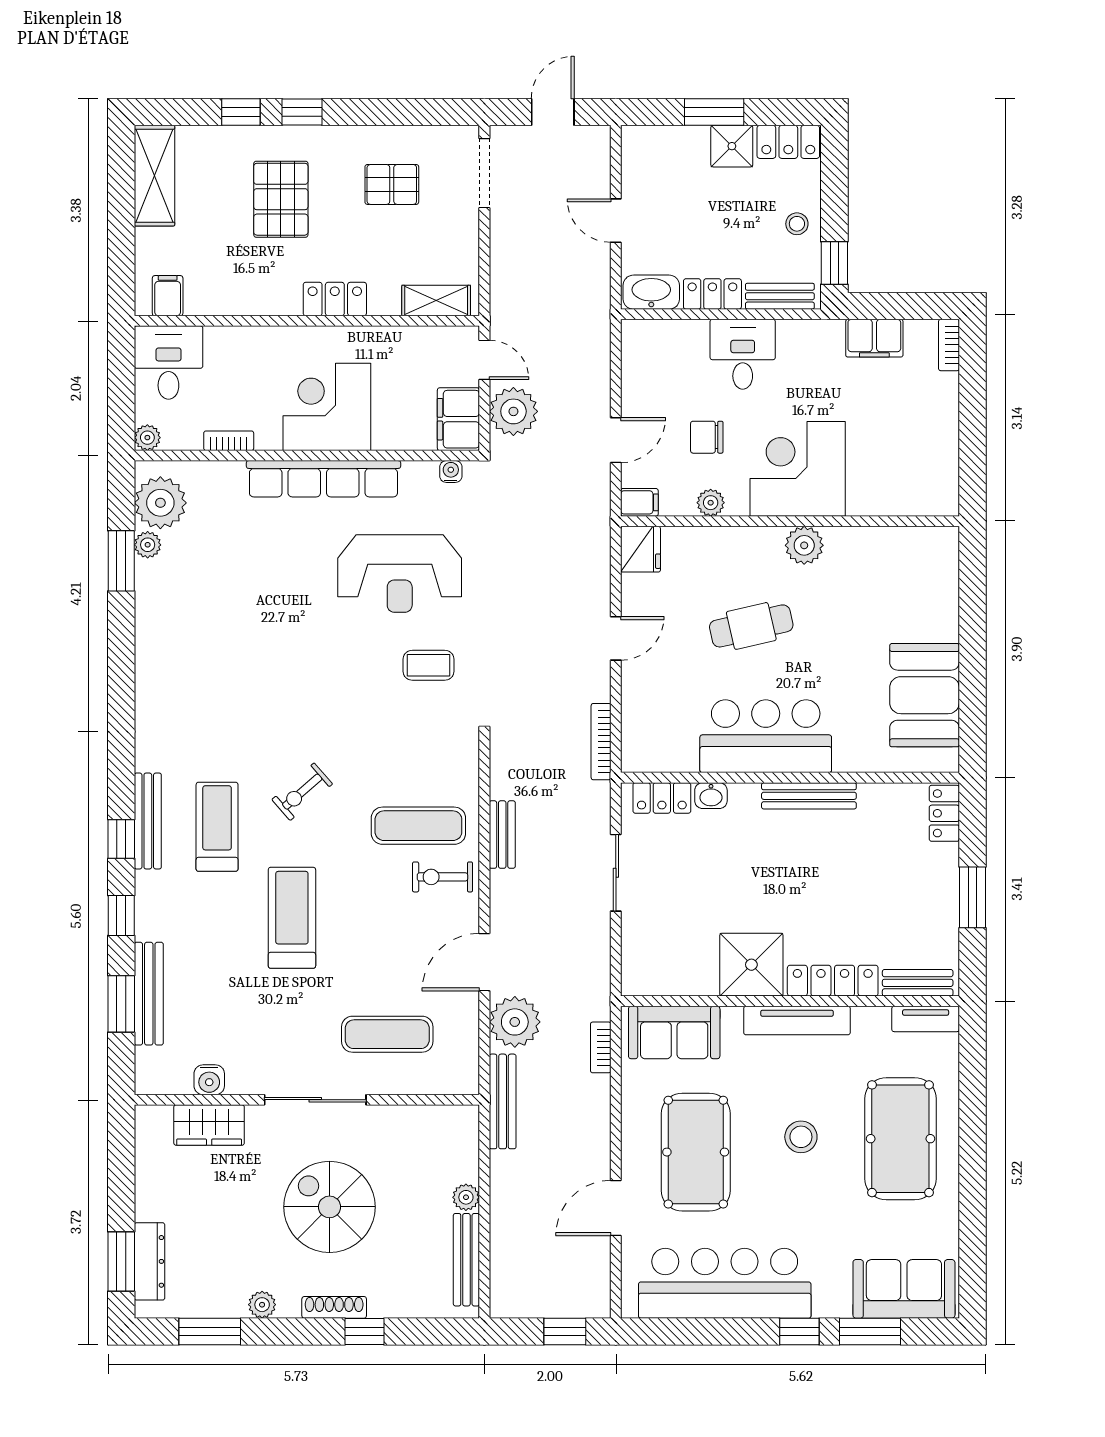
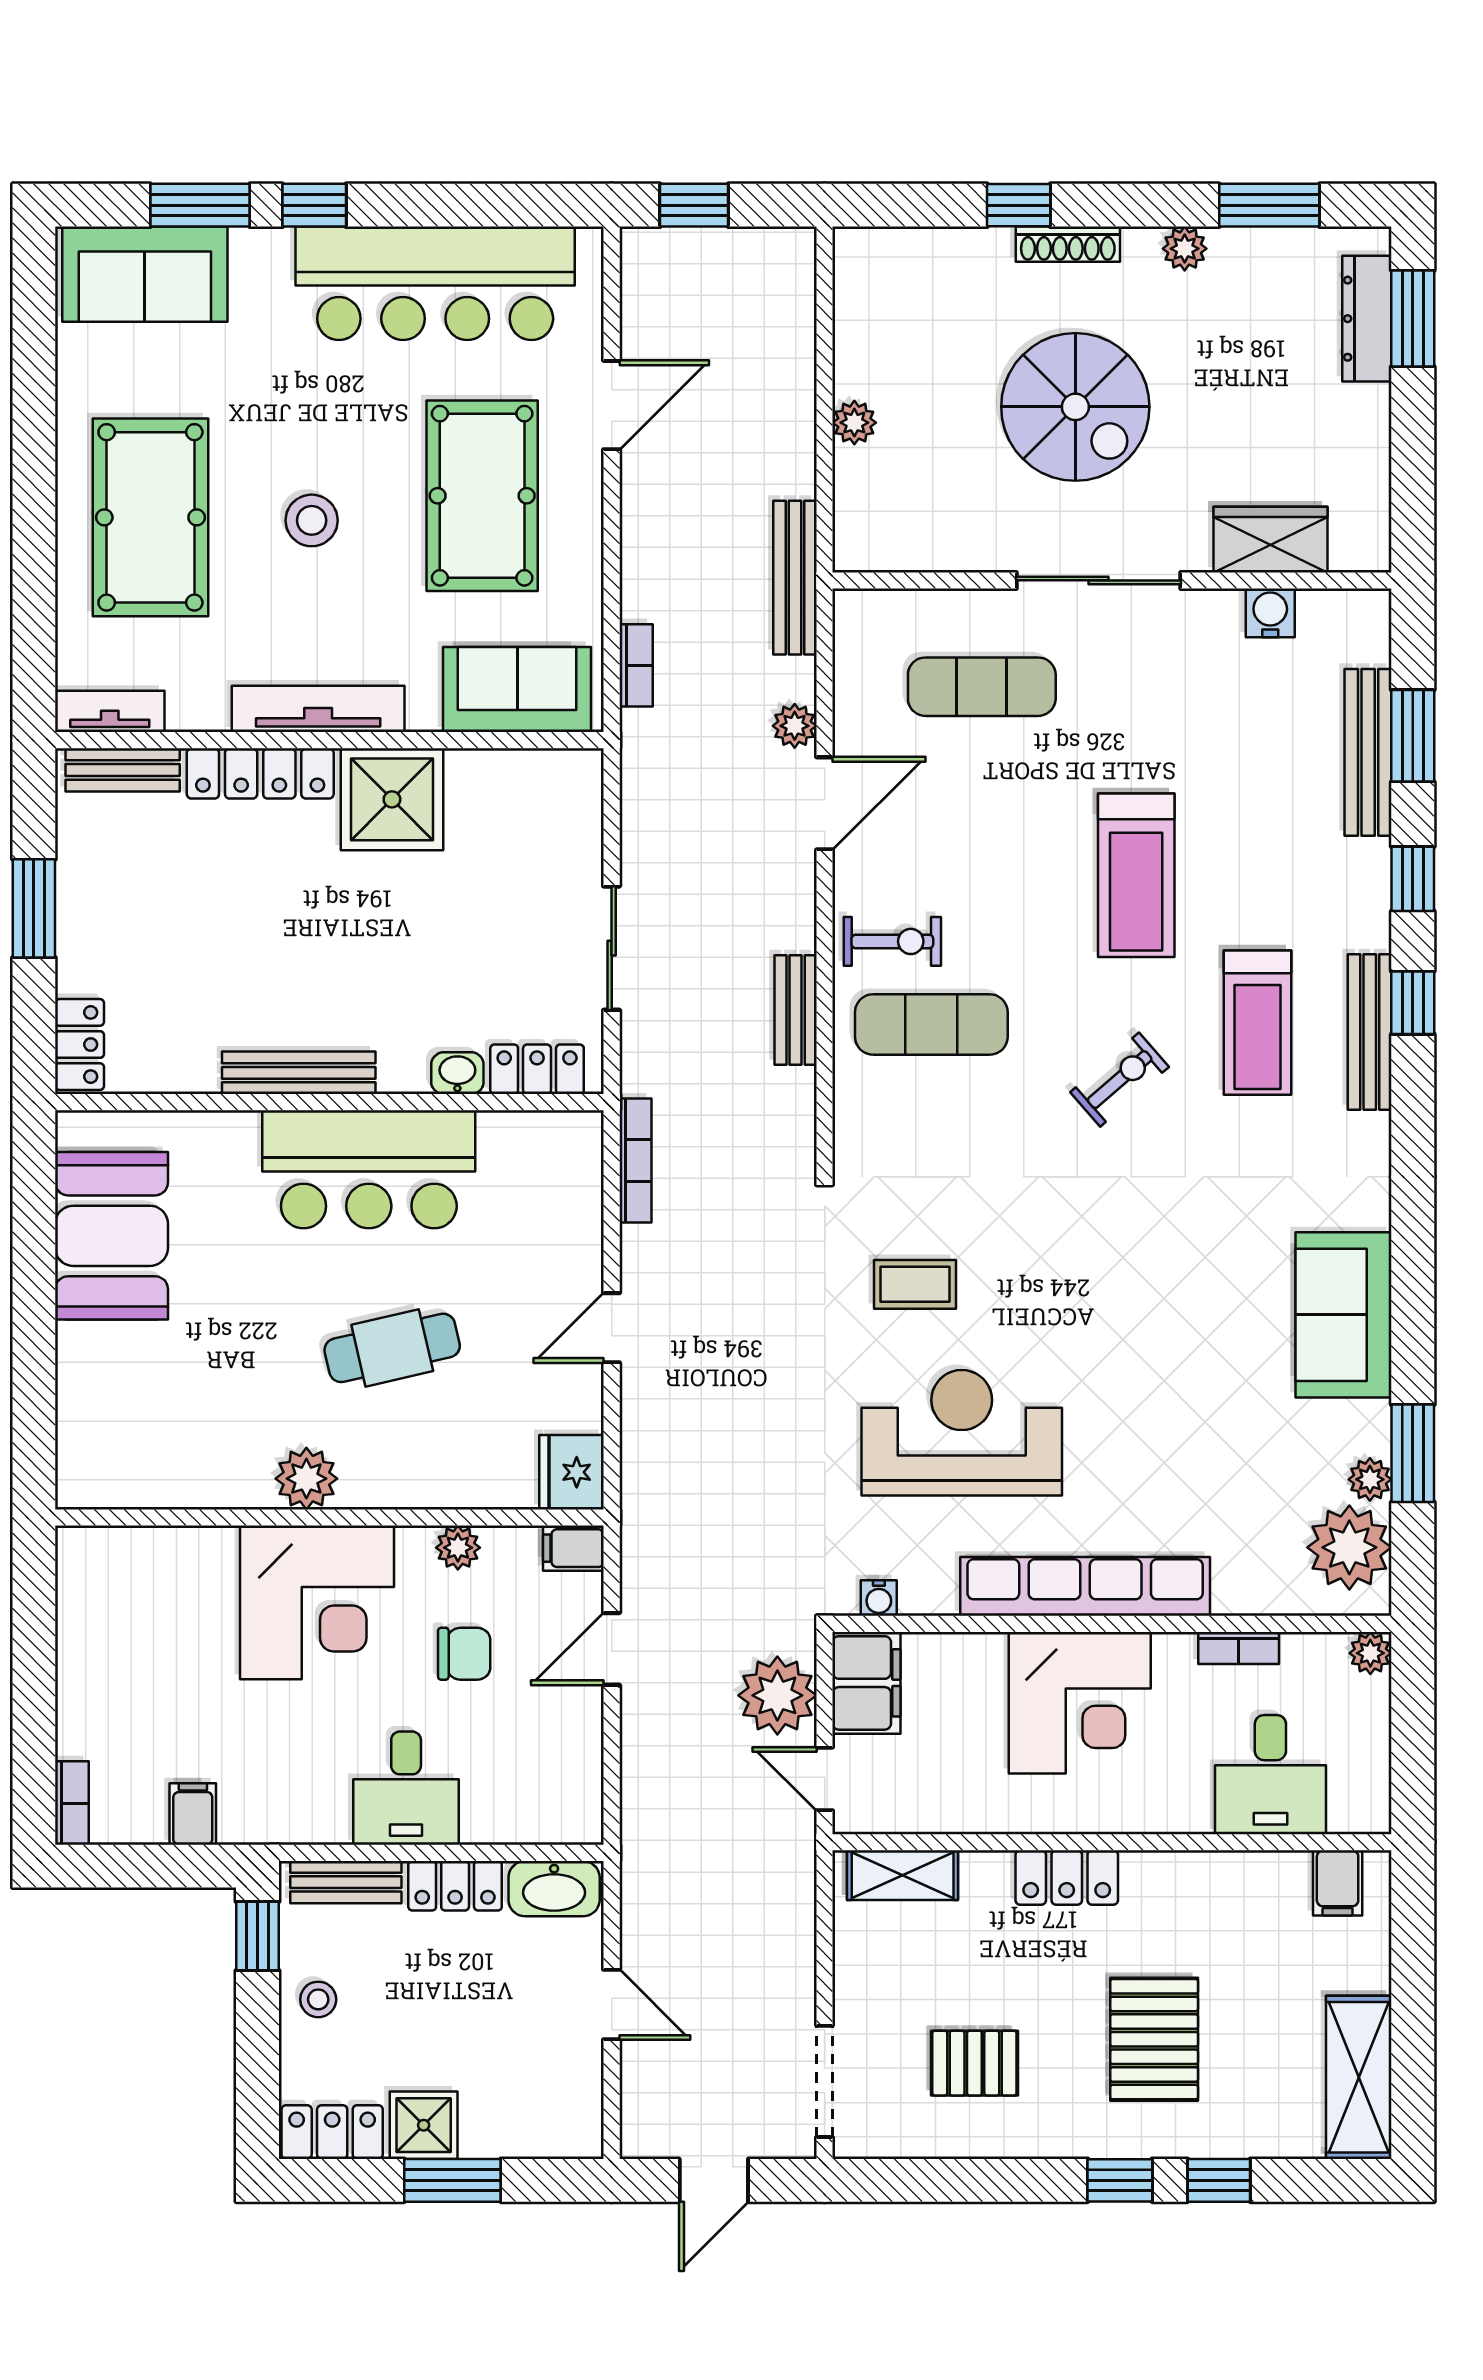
filing cabinet: (874, 338) -> (193, 1814), width x0.50
desk: (168, 363) -> (1270, 1775), moved
sofa: (164, 646) -> (1344, 1315), added
plant: (515, 1022) -> (795, 726), width x0.53, depth x0.53
bench: (466, 1260) -> (854, 321), removed

